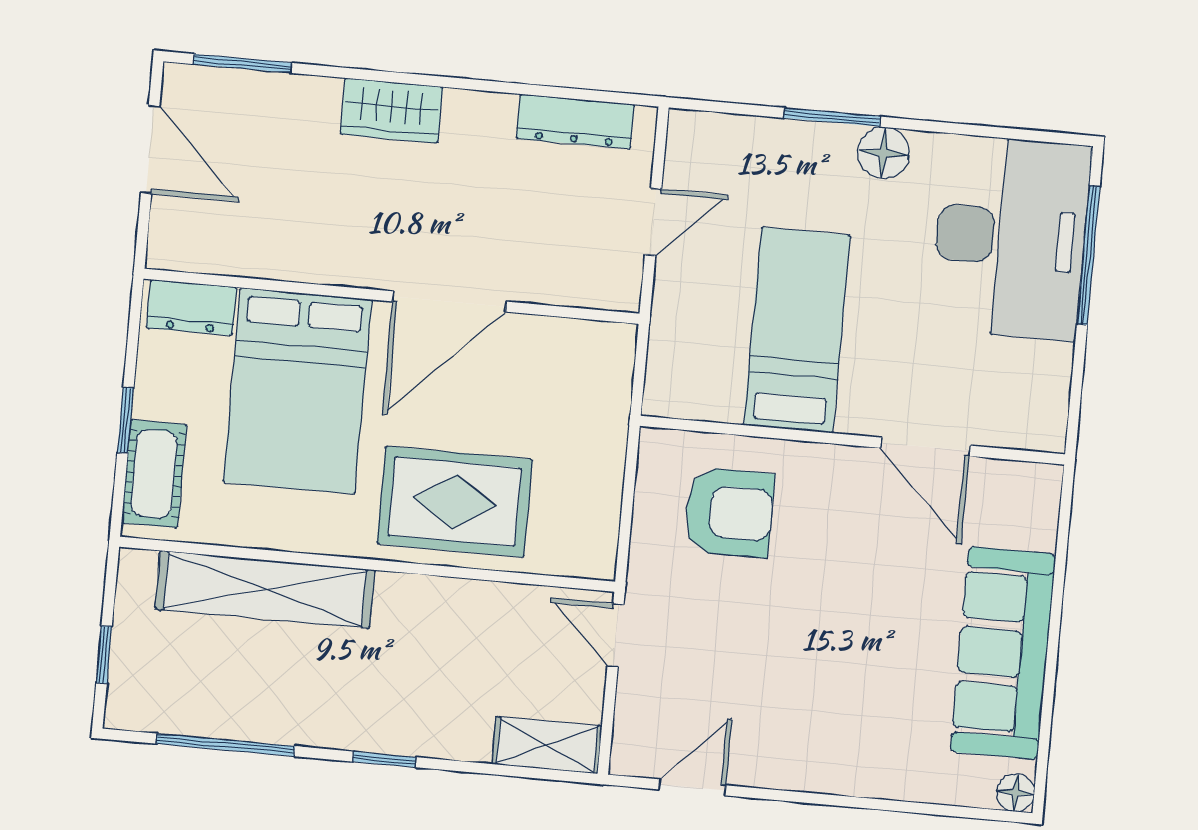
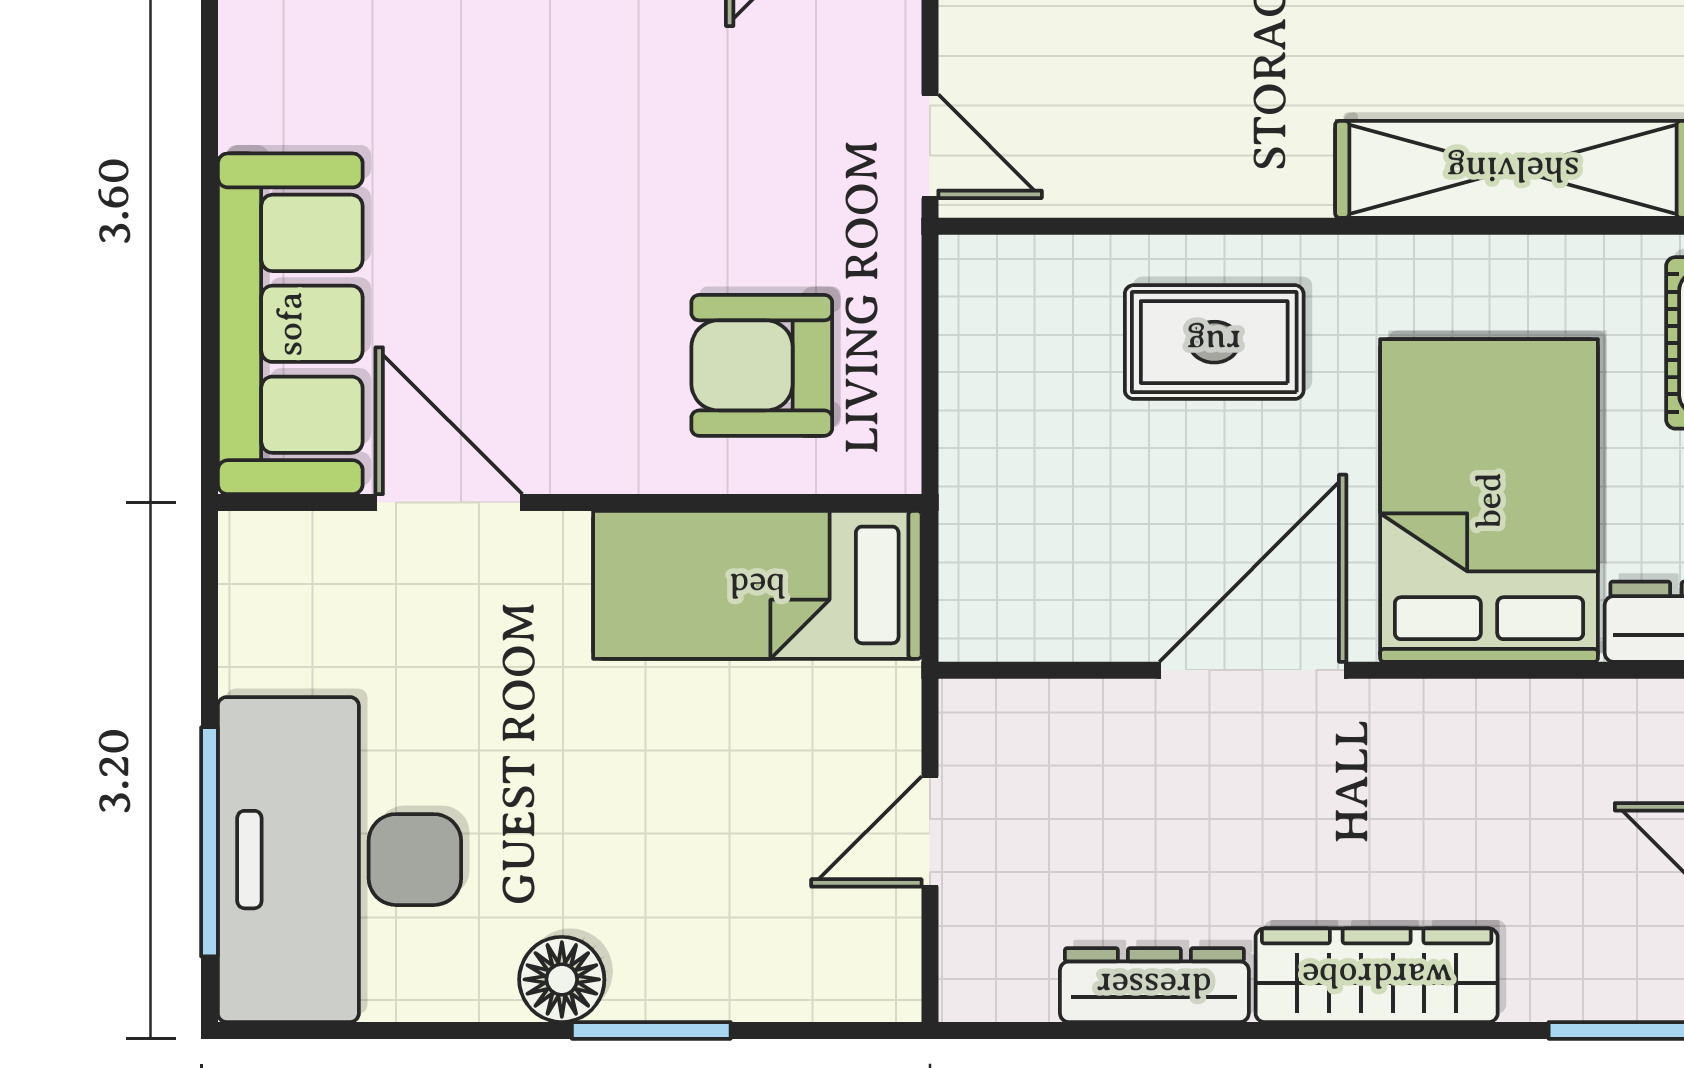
wardrobe: (391, 111) -> (1377, 975), width x1.50
dresser: (575, 121) -> (1154, 985), moved
bed: (797, 330) -> (757, 585), moved, turned 90
rug: (455, 502) -> (1214, 342), width x0.73, depth x0.70
sofa: (1003, 653) -> (290, 324), moved

